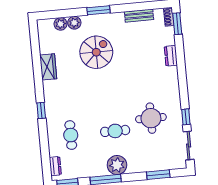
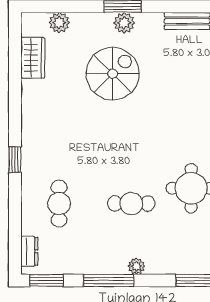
plant: (74, 23) -> (124, 23), moved
wardrobe: (48, 67) -> (33, 58), moved
plant: (117, 165) -> (136, 266), width x0.53, depth x0.53

